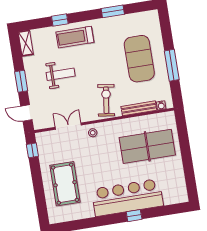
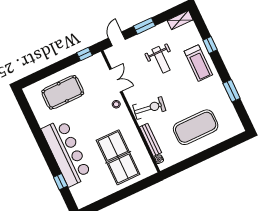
treadmill: (75, 37) -> (198, 63), turned 180
window: (172, 65) -> (198, 158), removed
window: (134, 216) -> (60, 182), moved

